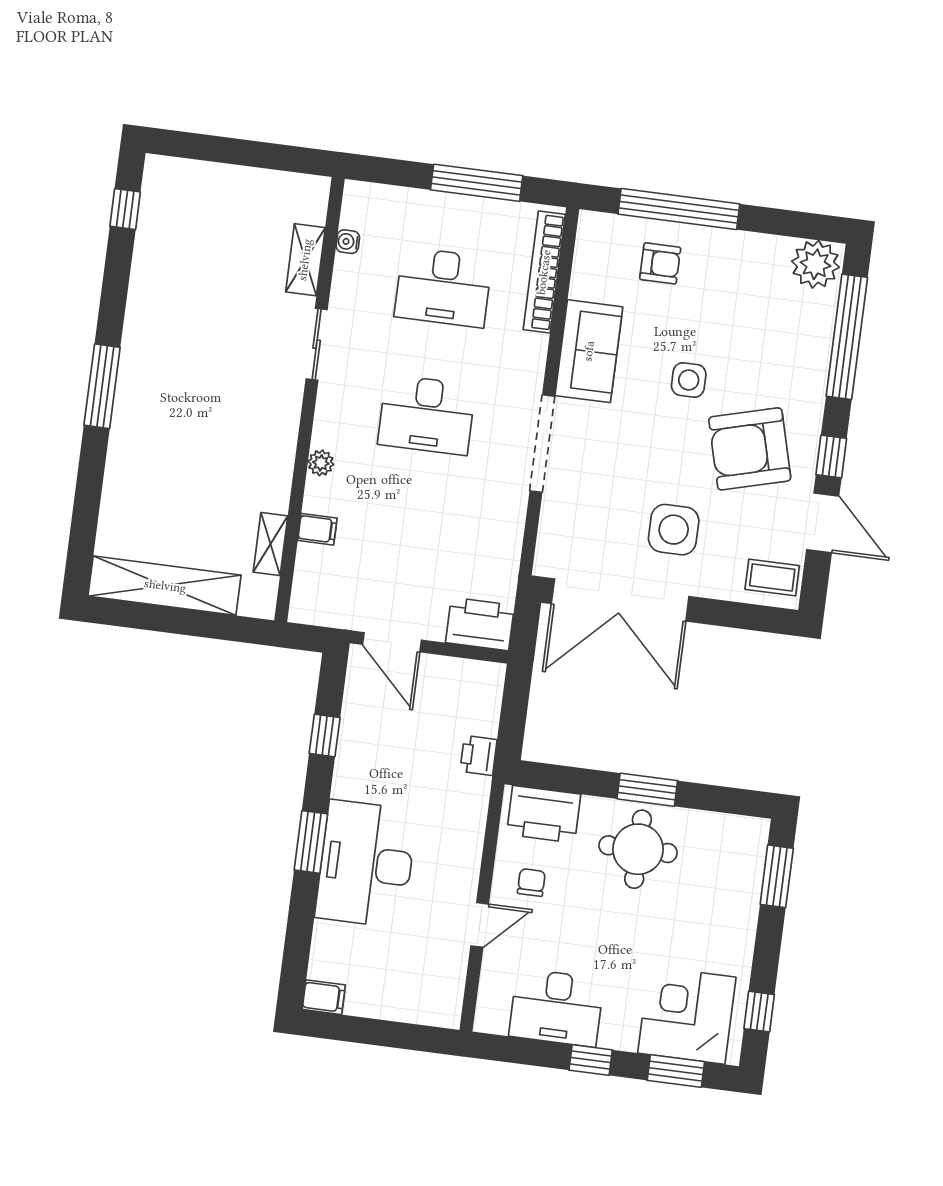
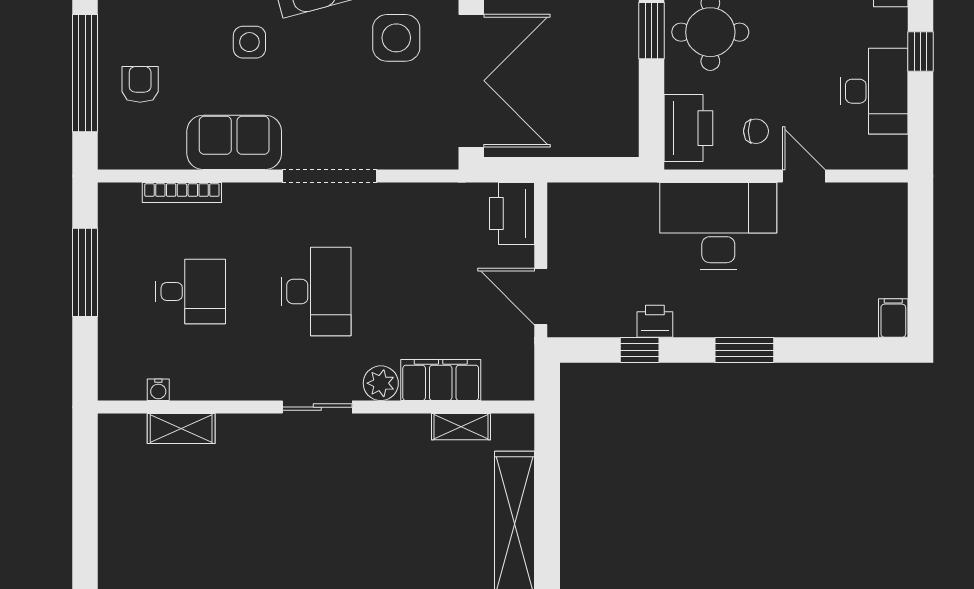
bookcase: (544, 272) -> (182, 192), width x0.68, depth x0.76
desk: (443, 287) -> (190, 291), width x0.73
sliding door: (317, 344) -> (317, 407), moved
plant: (321, 463) -> (381, 383), width x1.38, depth x1.38
filing cabinet: (317, 529) -> (441, 380), width x3.00, depth x1.17
door: (392, 642) -> (541, 296), swing flipped
printer: (478, 755) -> (655, 321), moved, turned 180
desk: (366, 864) -> (718, 226), moved, turned 180
chair: (531, 882) -> (756, 131), turned 180

